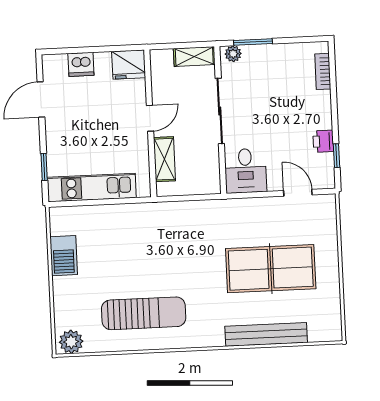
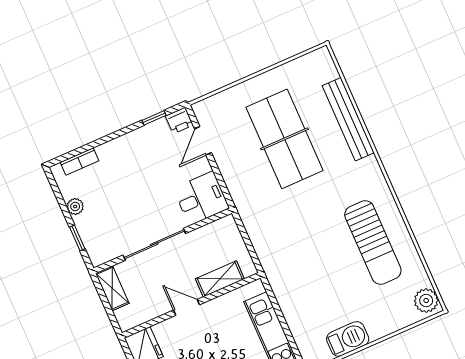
window: (253, 42) -> (77, 238), width x0.67
plant: (233, 54) -> (75, 207), moved
printer: (323, 141) -> (179, 121), moved
sun lounger: (144, 313) -> (373, 242), turned 180

